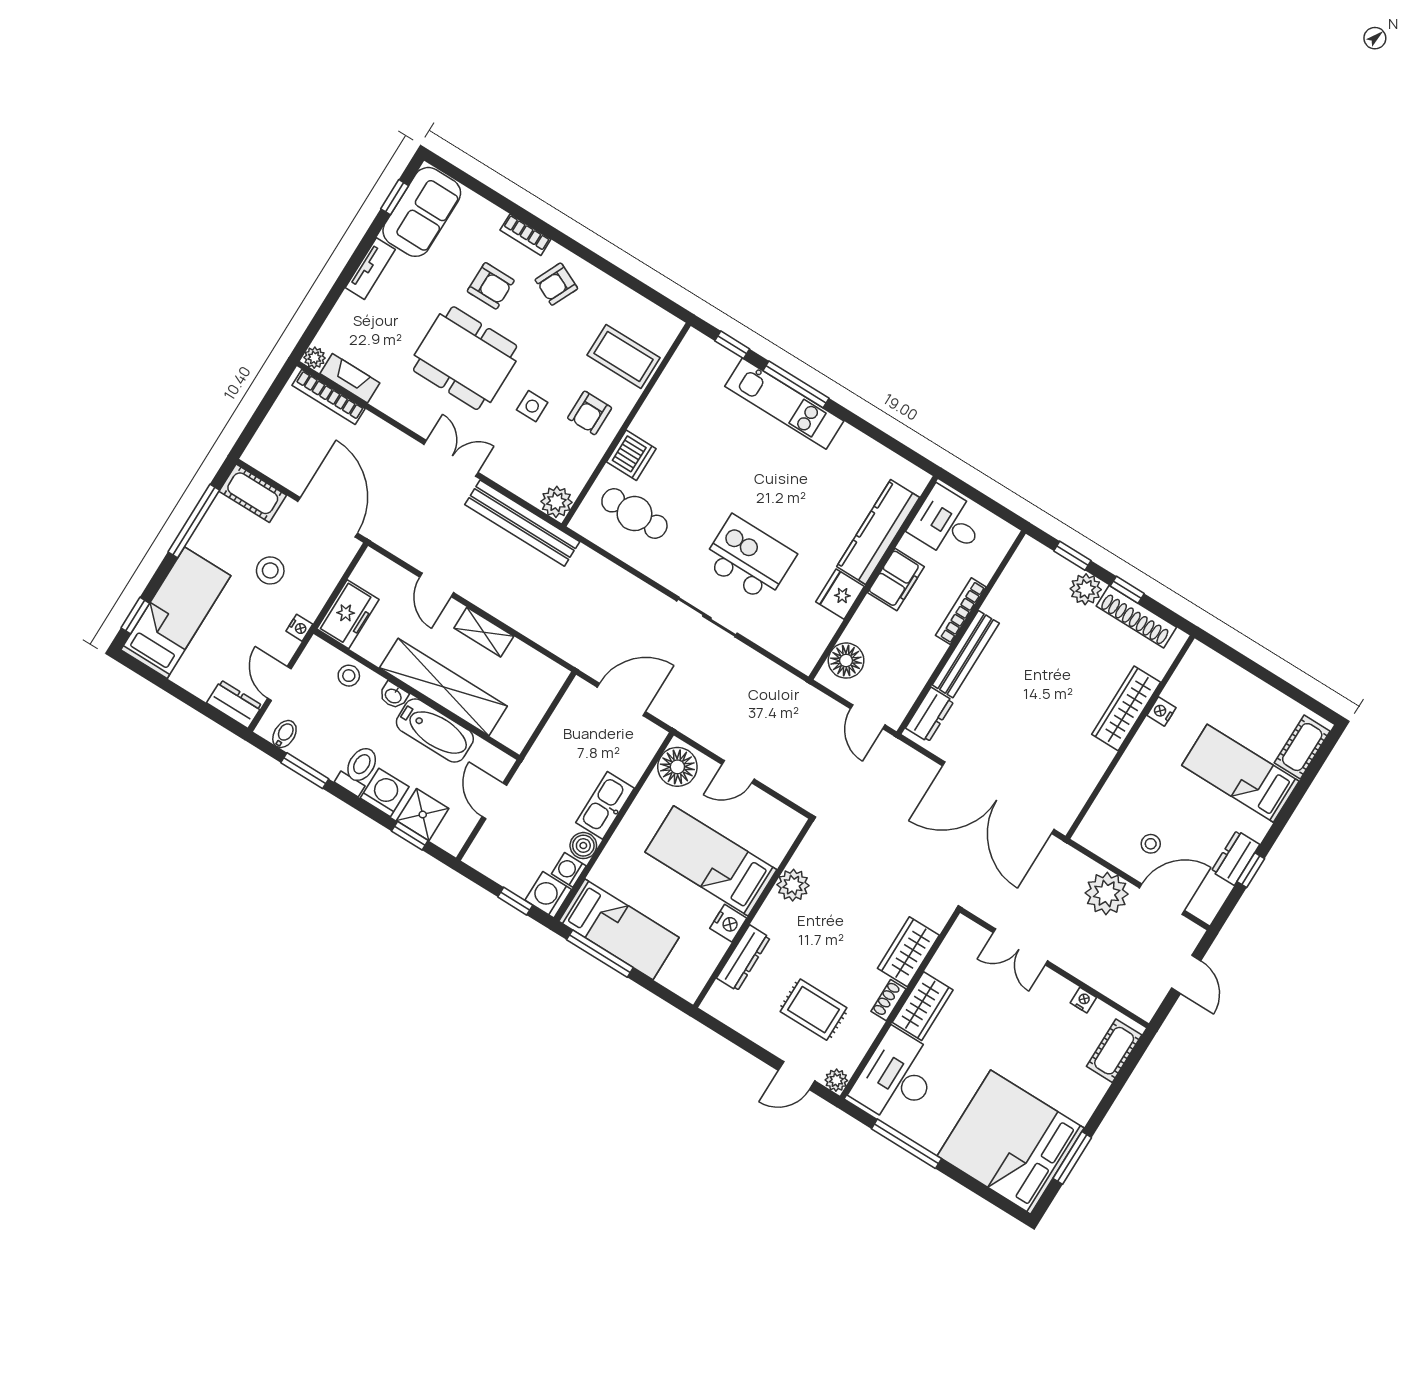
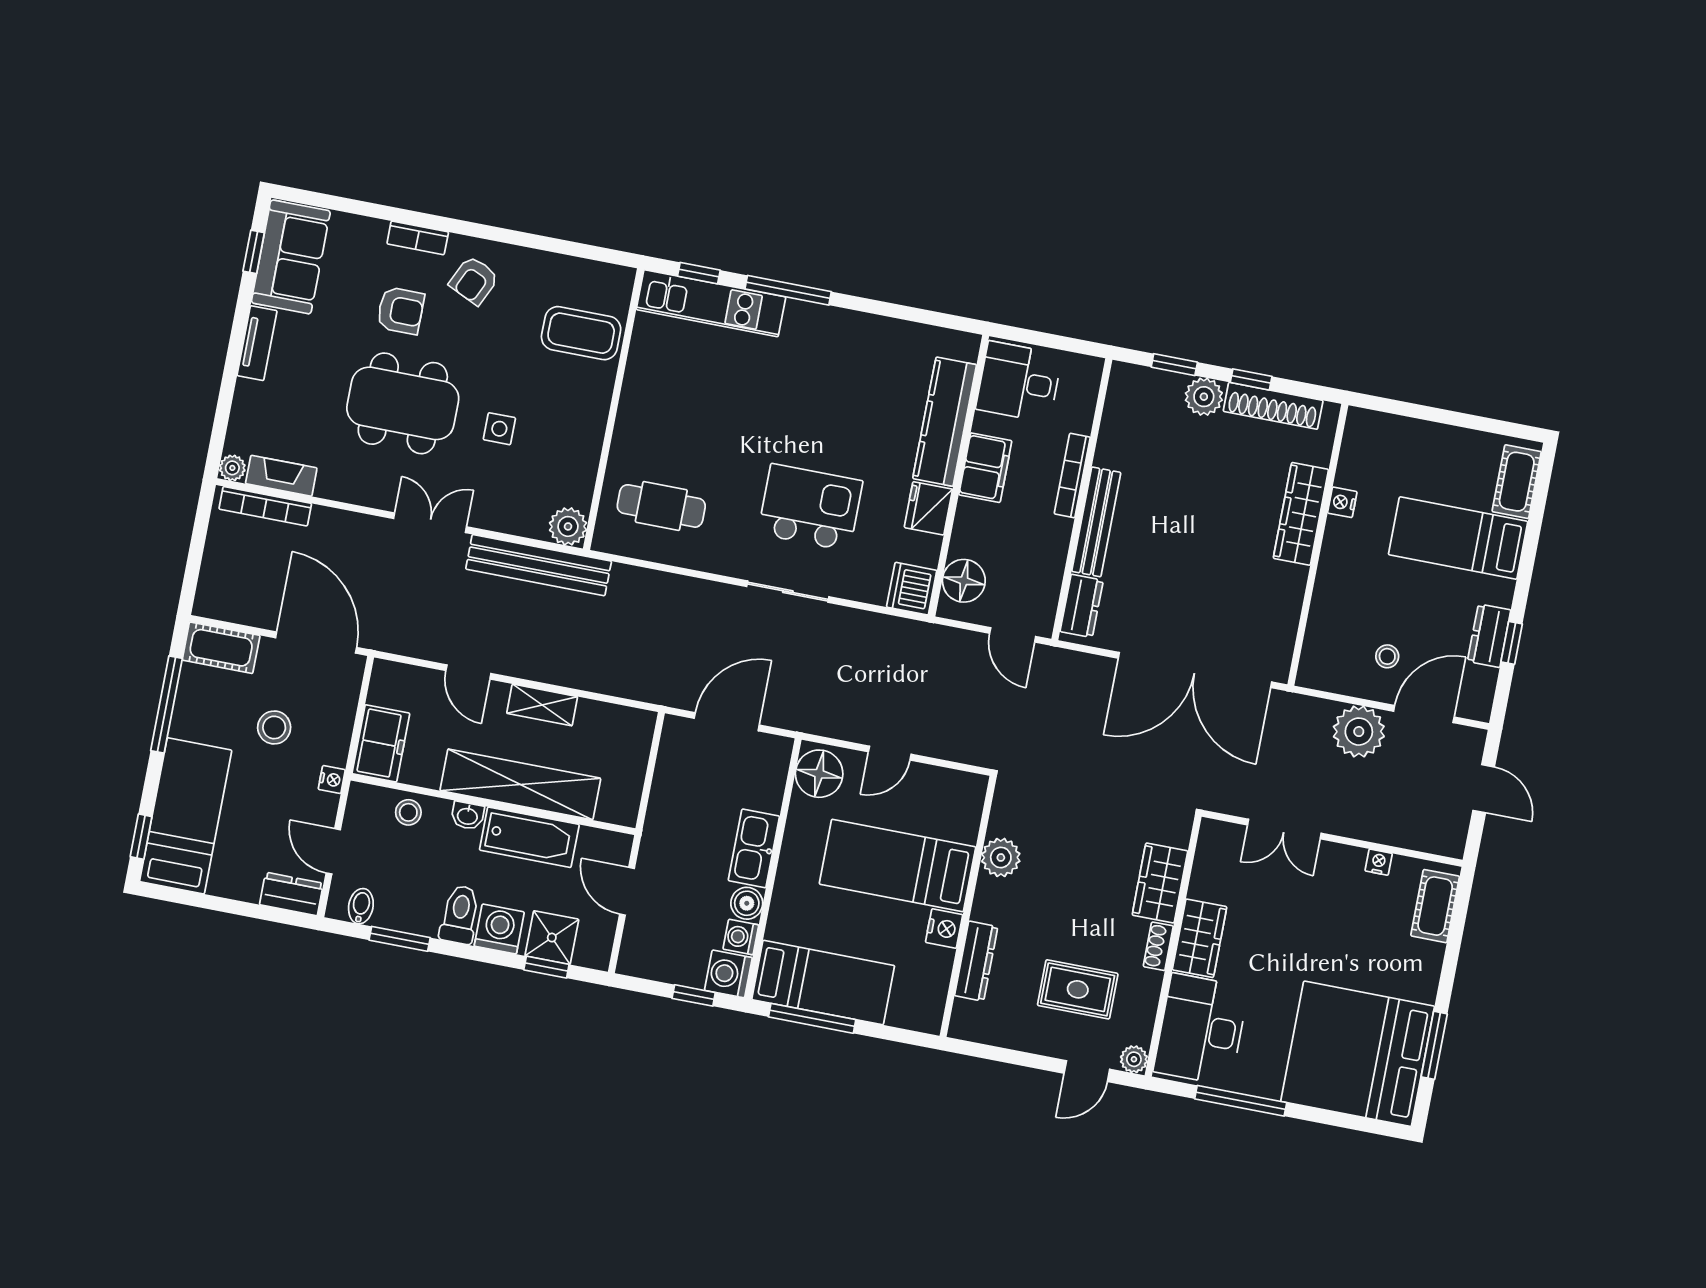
kitchen unit: (784, 404) -> (711, 303), moved
armchair: (590, 413) -> (567, 412), removed
dishwasher: (631, 455) -> (912, 589), moved, turned 180

